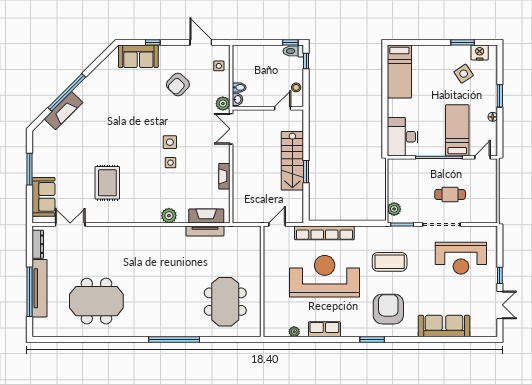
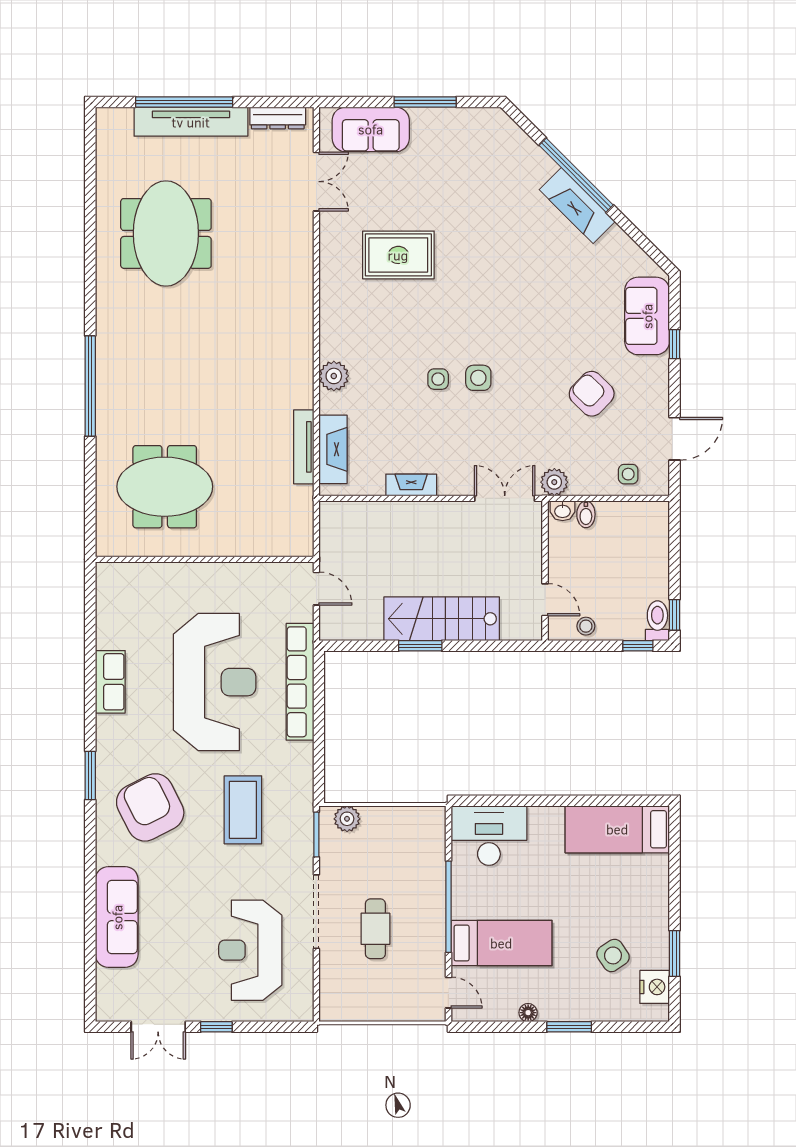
fireplace: (64, 111) -> (577, 206), moved
armchair: (388, 309) -> (150, 807), turned -117
plant: (294, 332) -> (106, 622), removed

